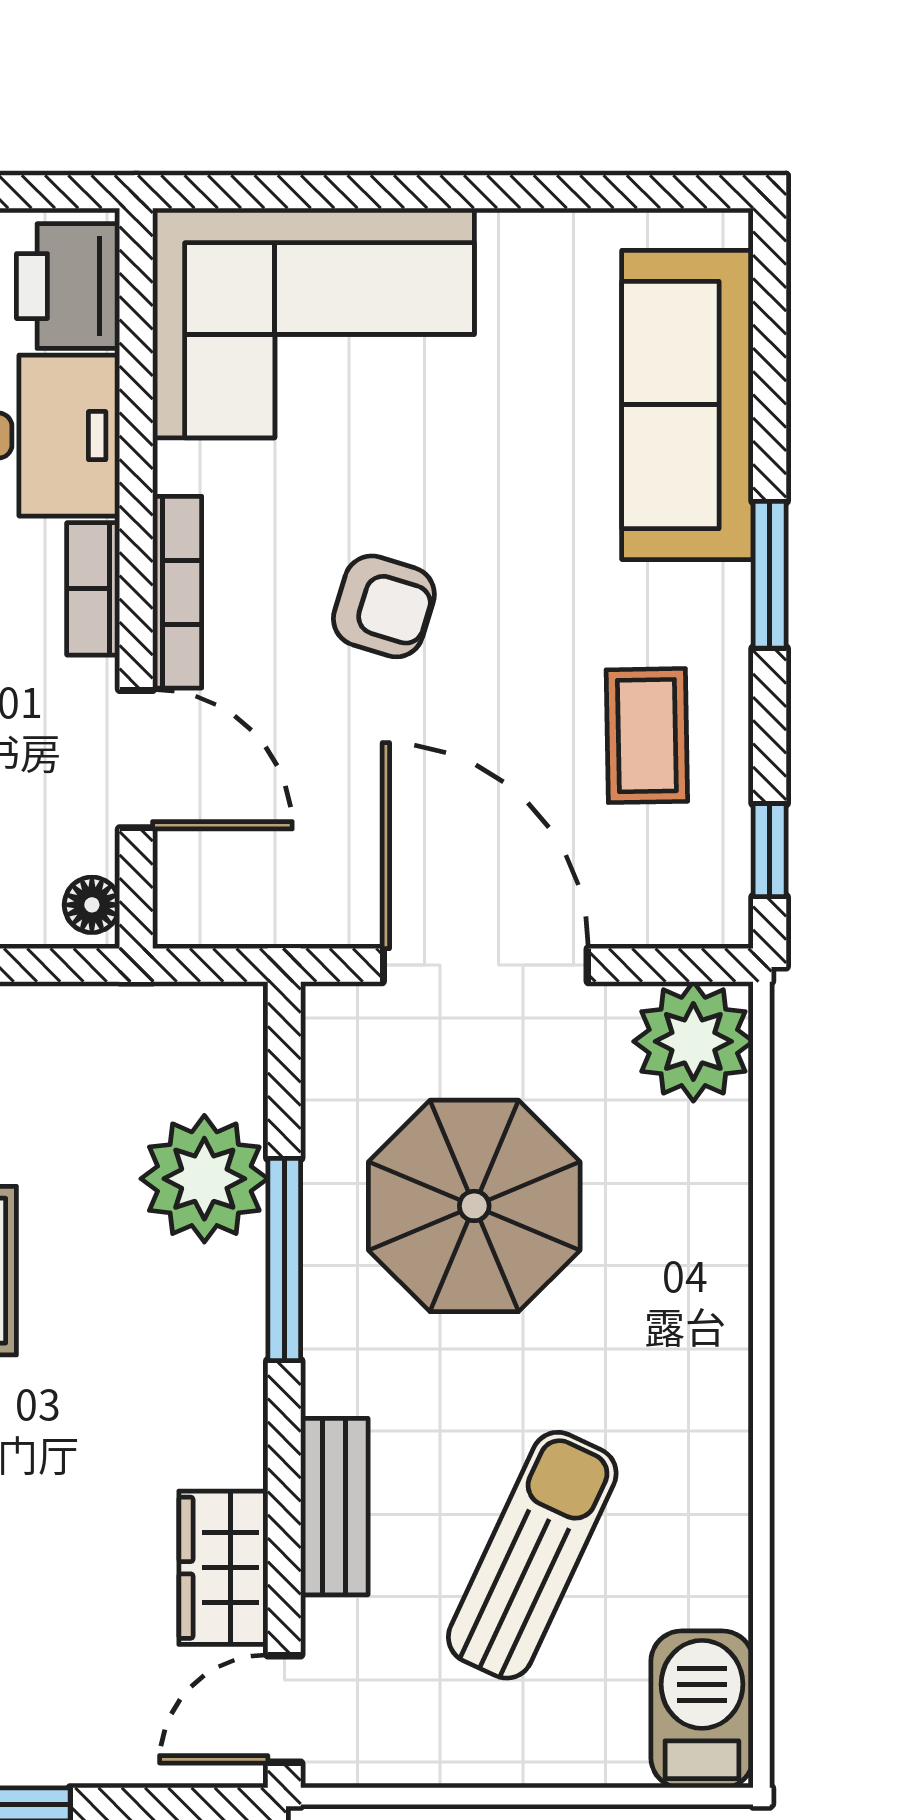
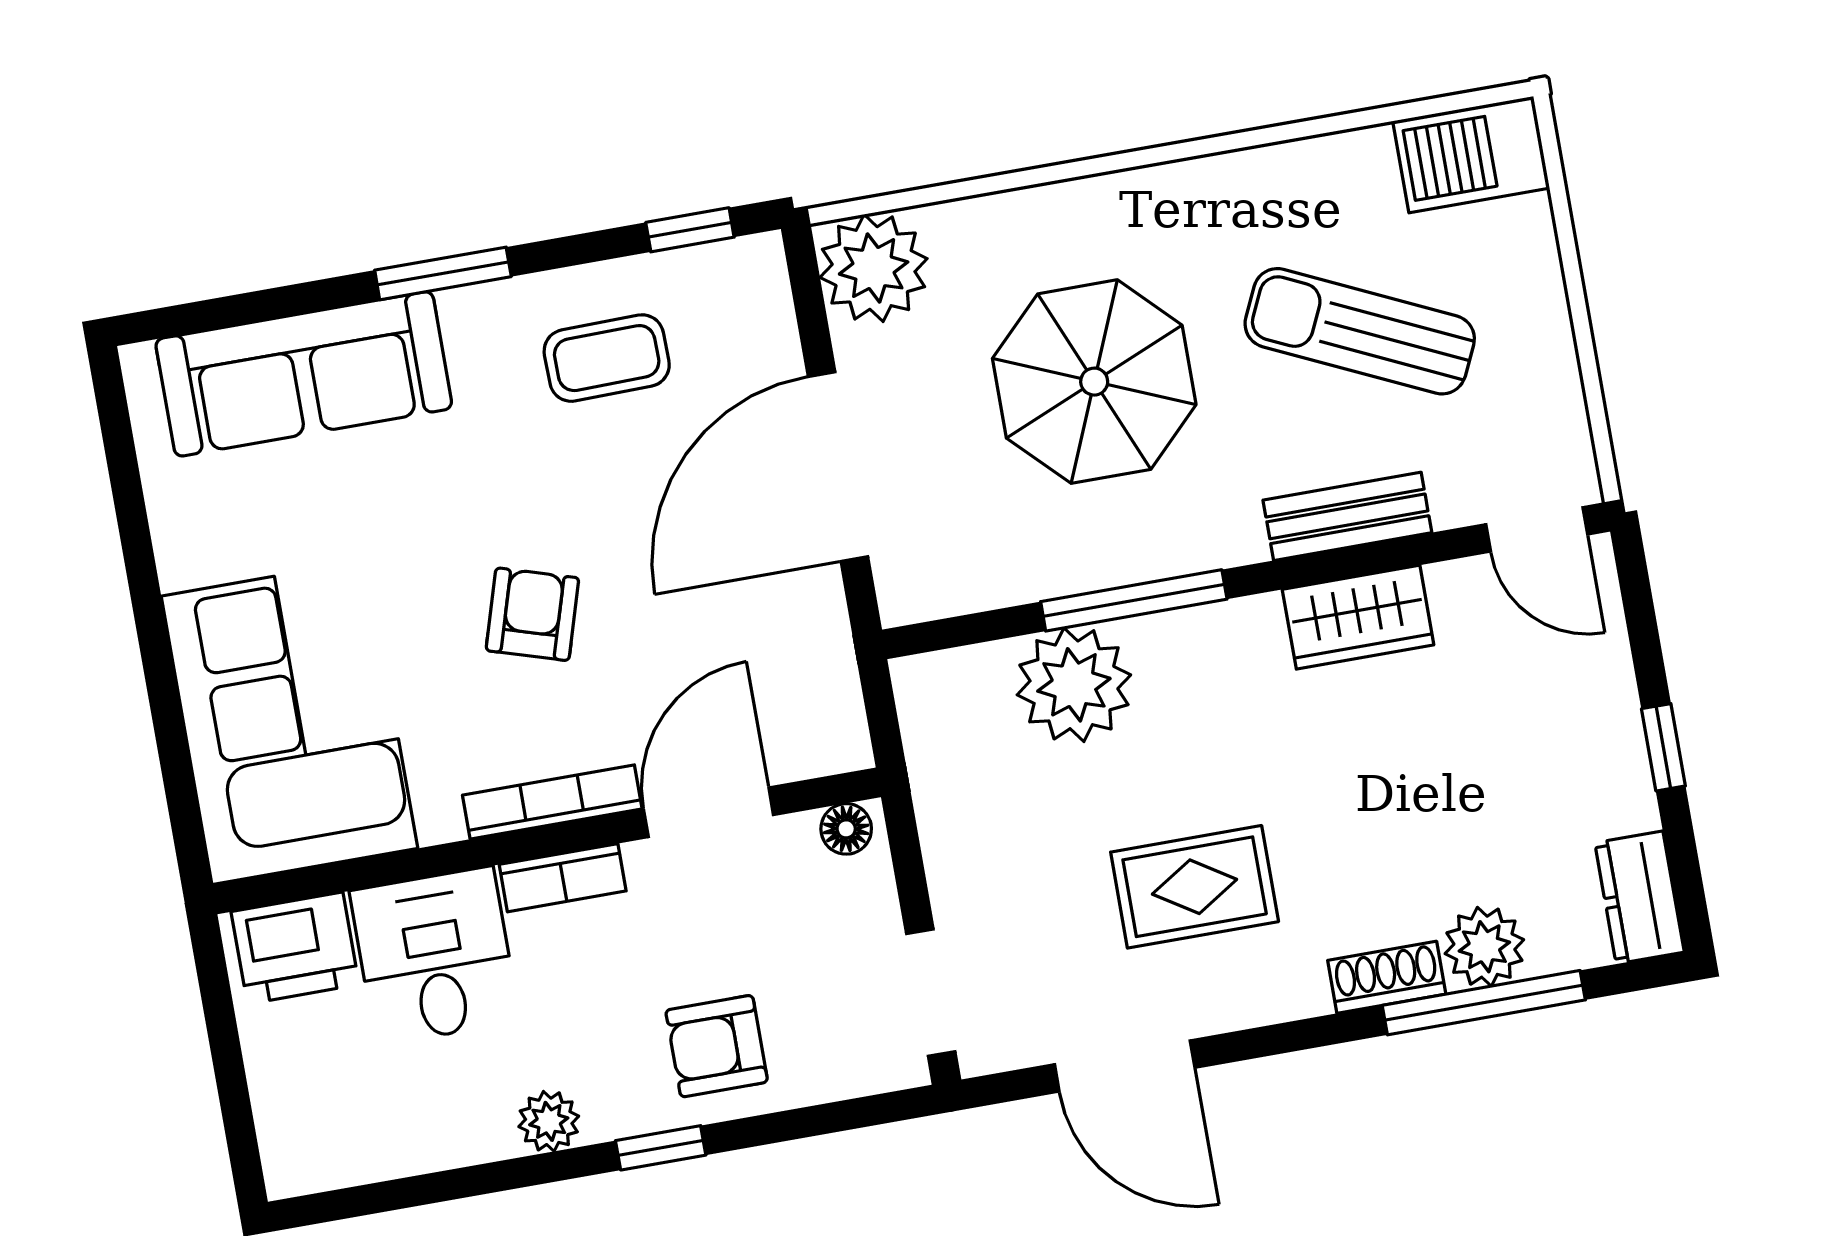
parasol: (474, 1206) -> (1094, 382), moved
wardrobe: (223, 1568) -> (1358, 617), moved

